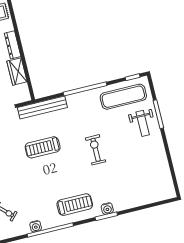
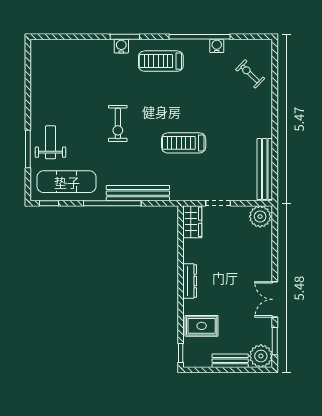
wardrobe: (17, 71) -> (192, 222), moved
bench: (42, 107) -> (138, 193), moved
treadmill: (43, 147) -> (184, 143), turned 180

